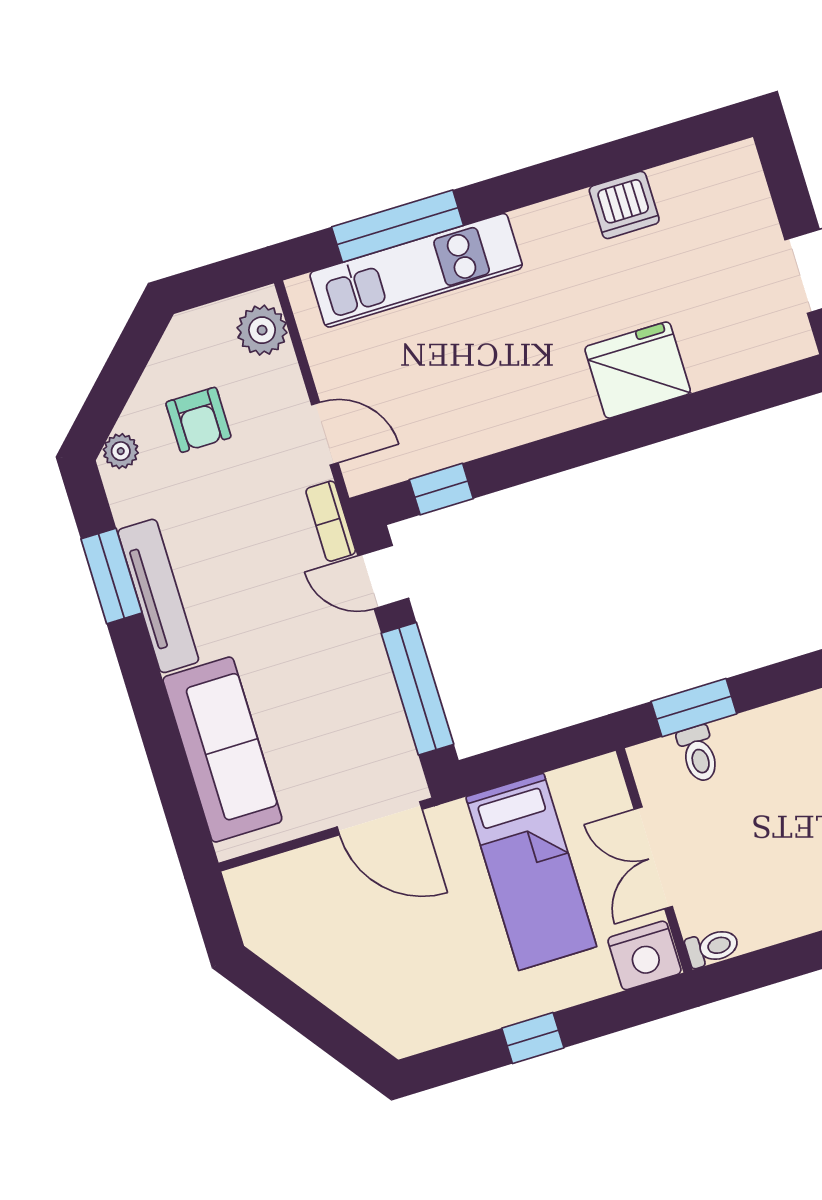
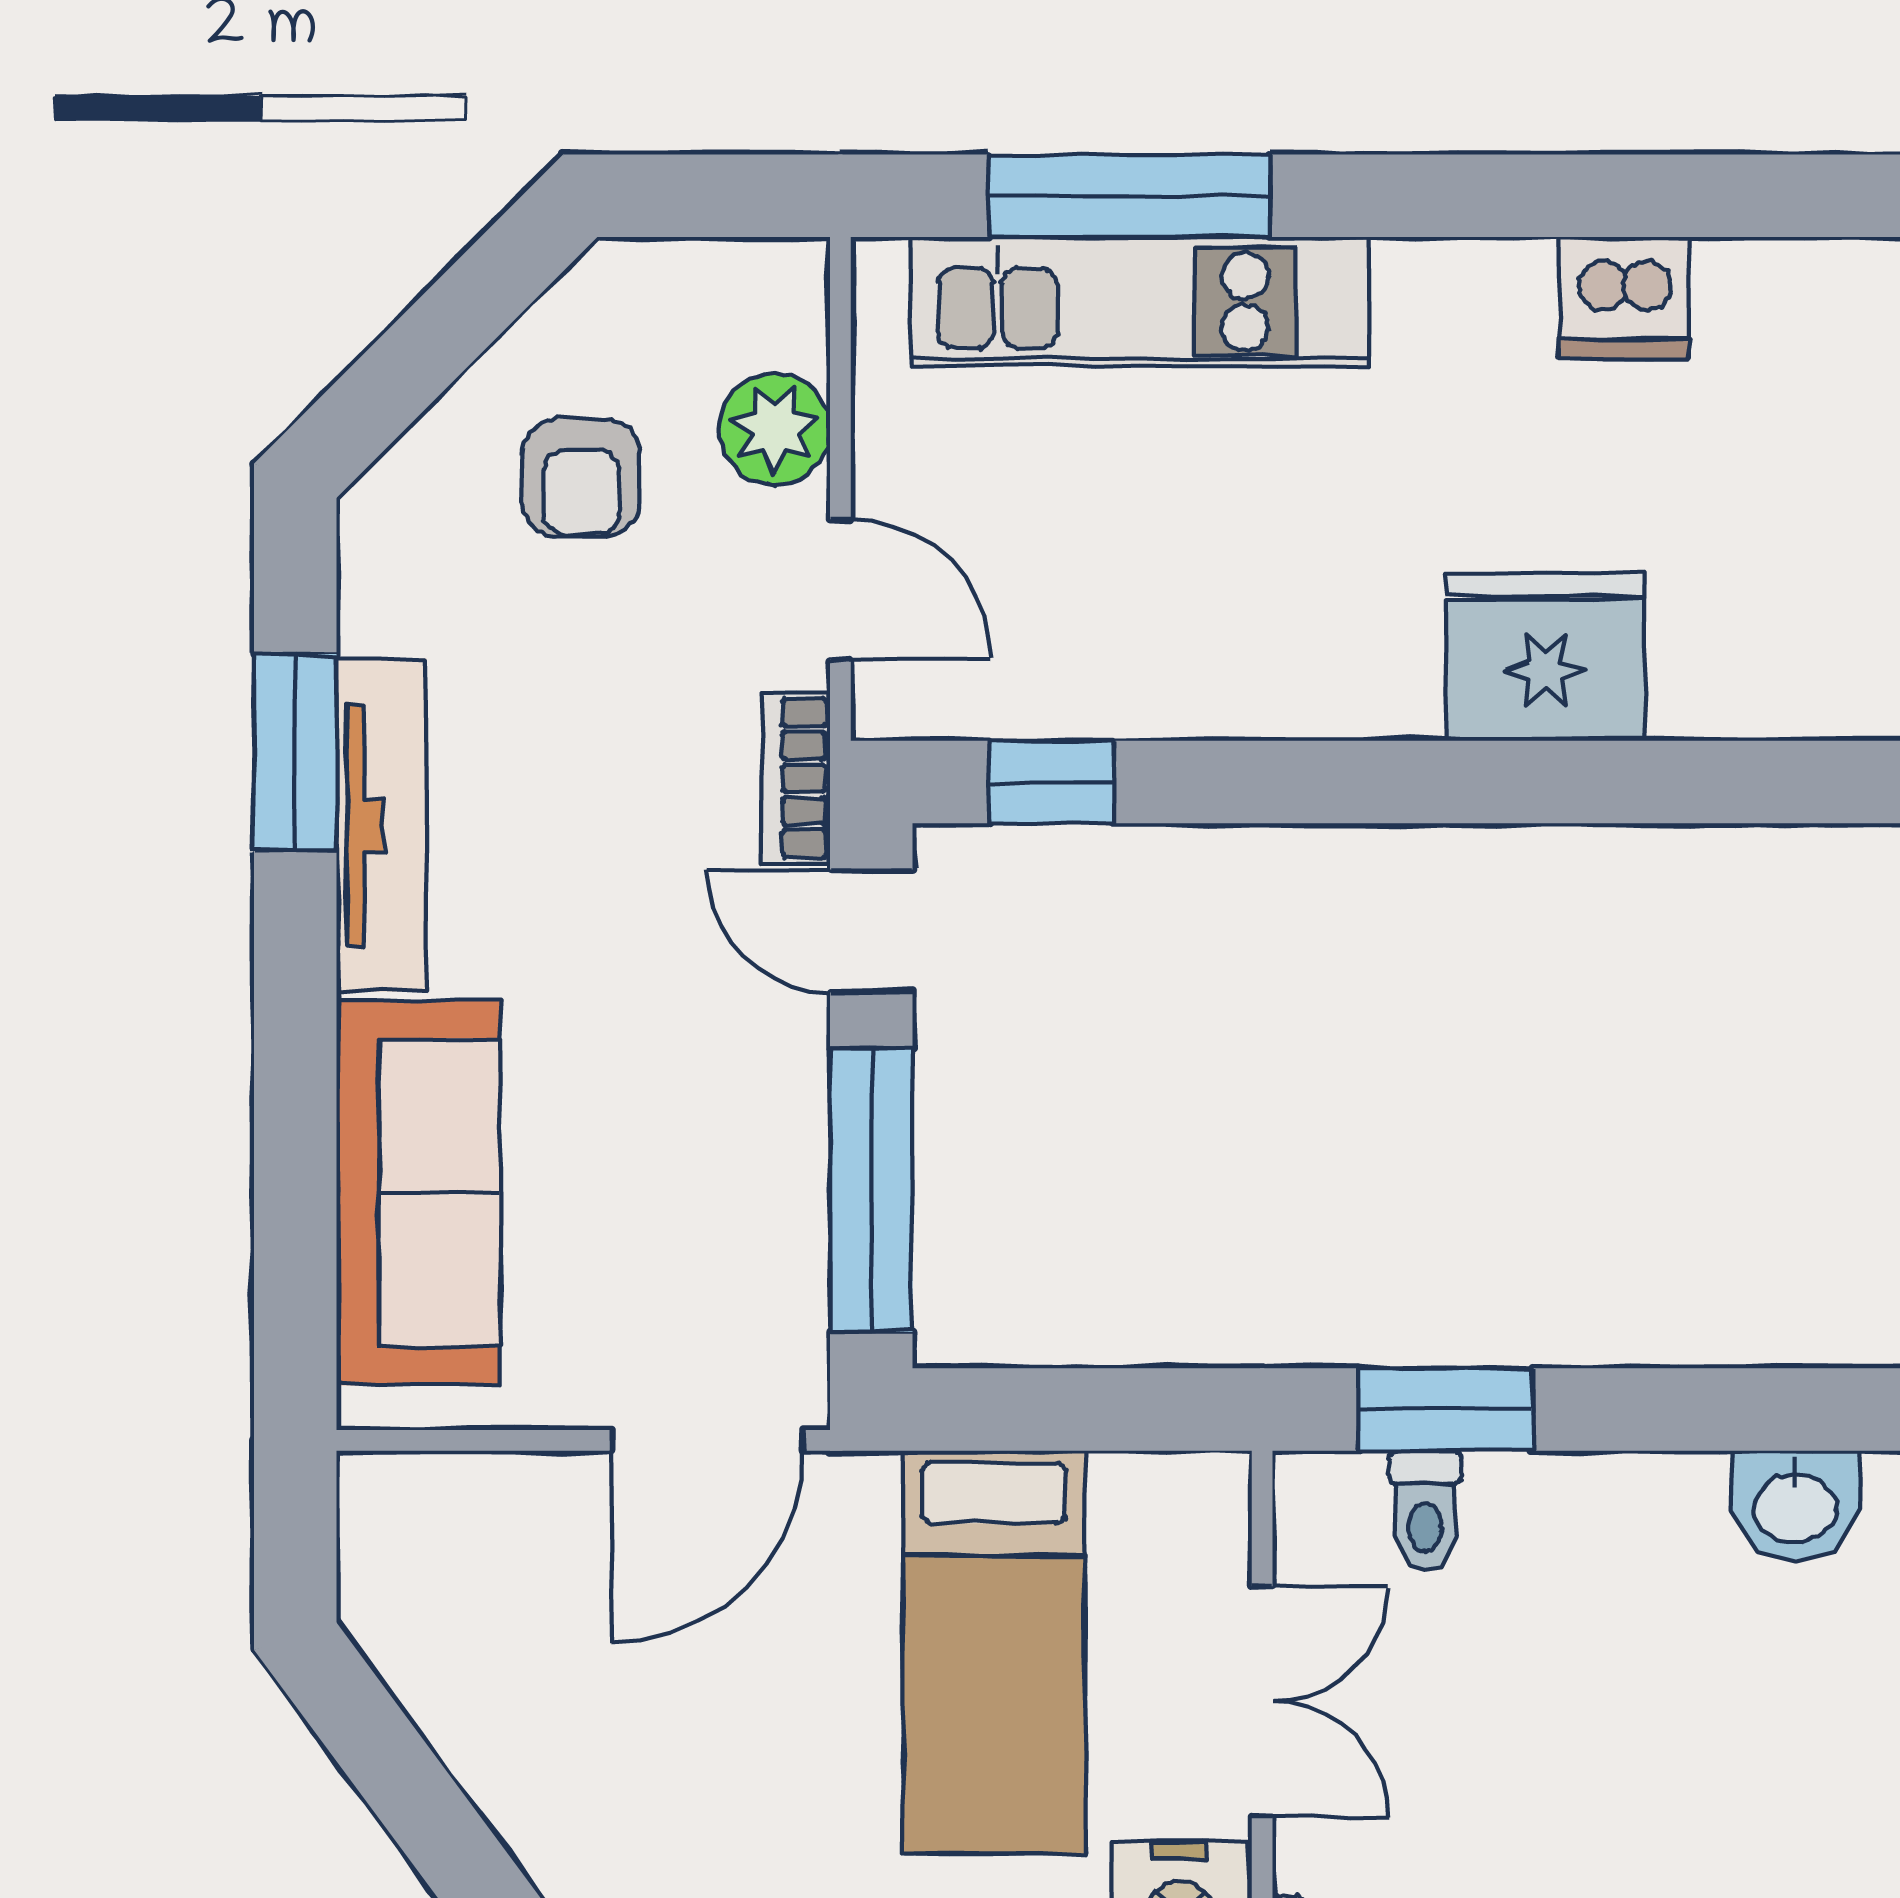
plant: (262, 330) -> (774, 429), moved
plant: (121, 451) -> (396, 494), removed
door: (380, 818) -> (707, 1440), hinge flipped
double door: (653, 858) -> (1262, 1702), swing flipped

